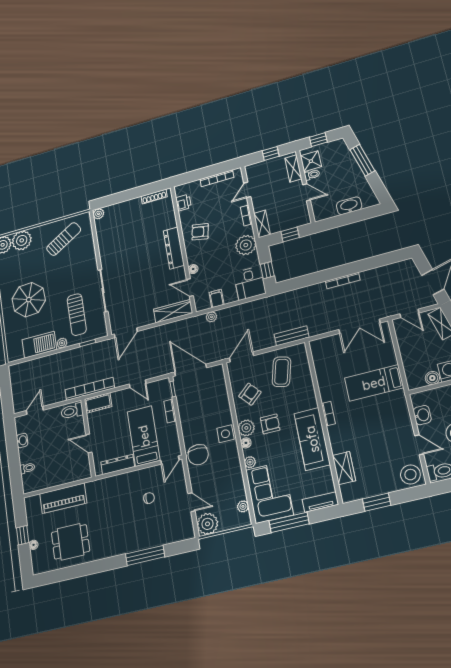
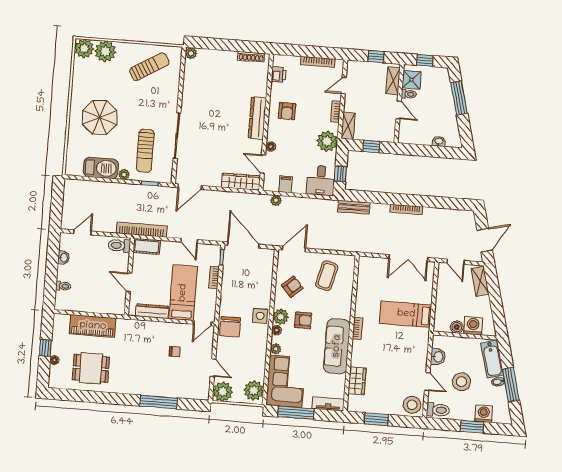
washbasin: (349, 206) -> (439, 141), width x0.52, depth x0.69
armchair: (200, 232) -> (287, 111), turned -101
bench: (292, 336) -> (354, 207), moved
plant: (243, 506) -> (254, 391), width x1.87, depth x1.87

